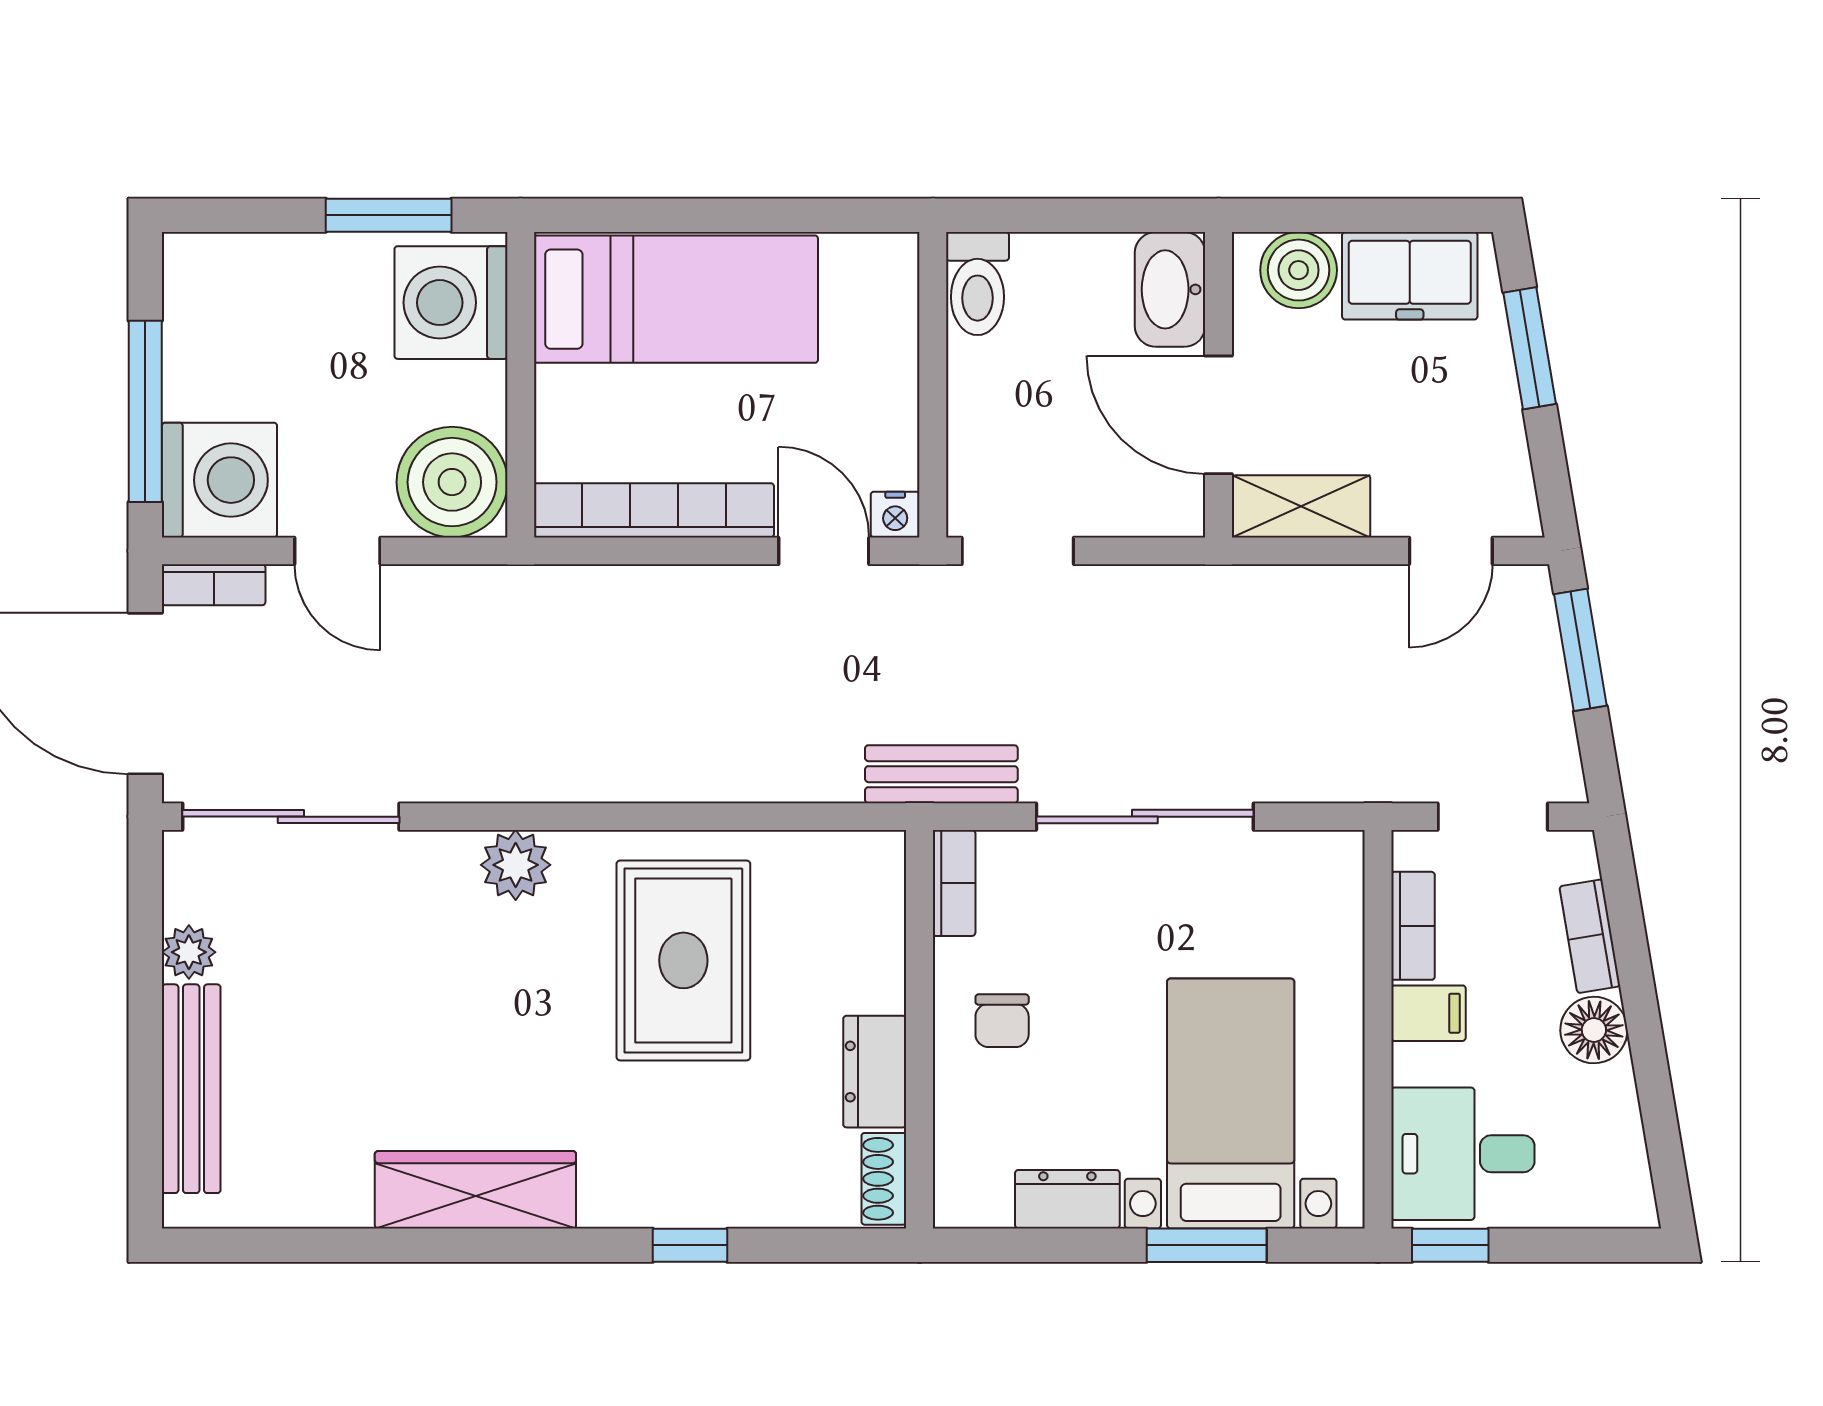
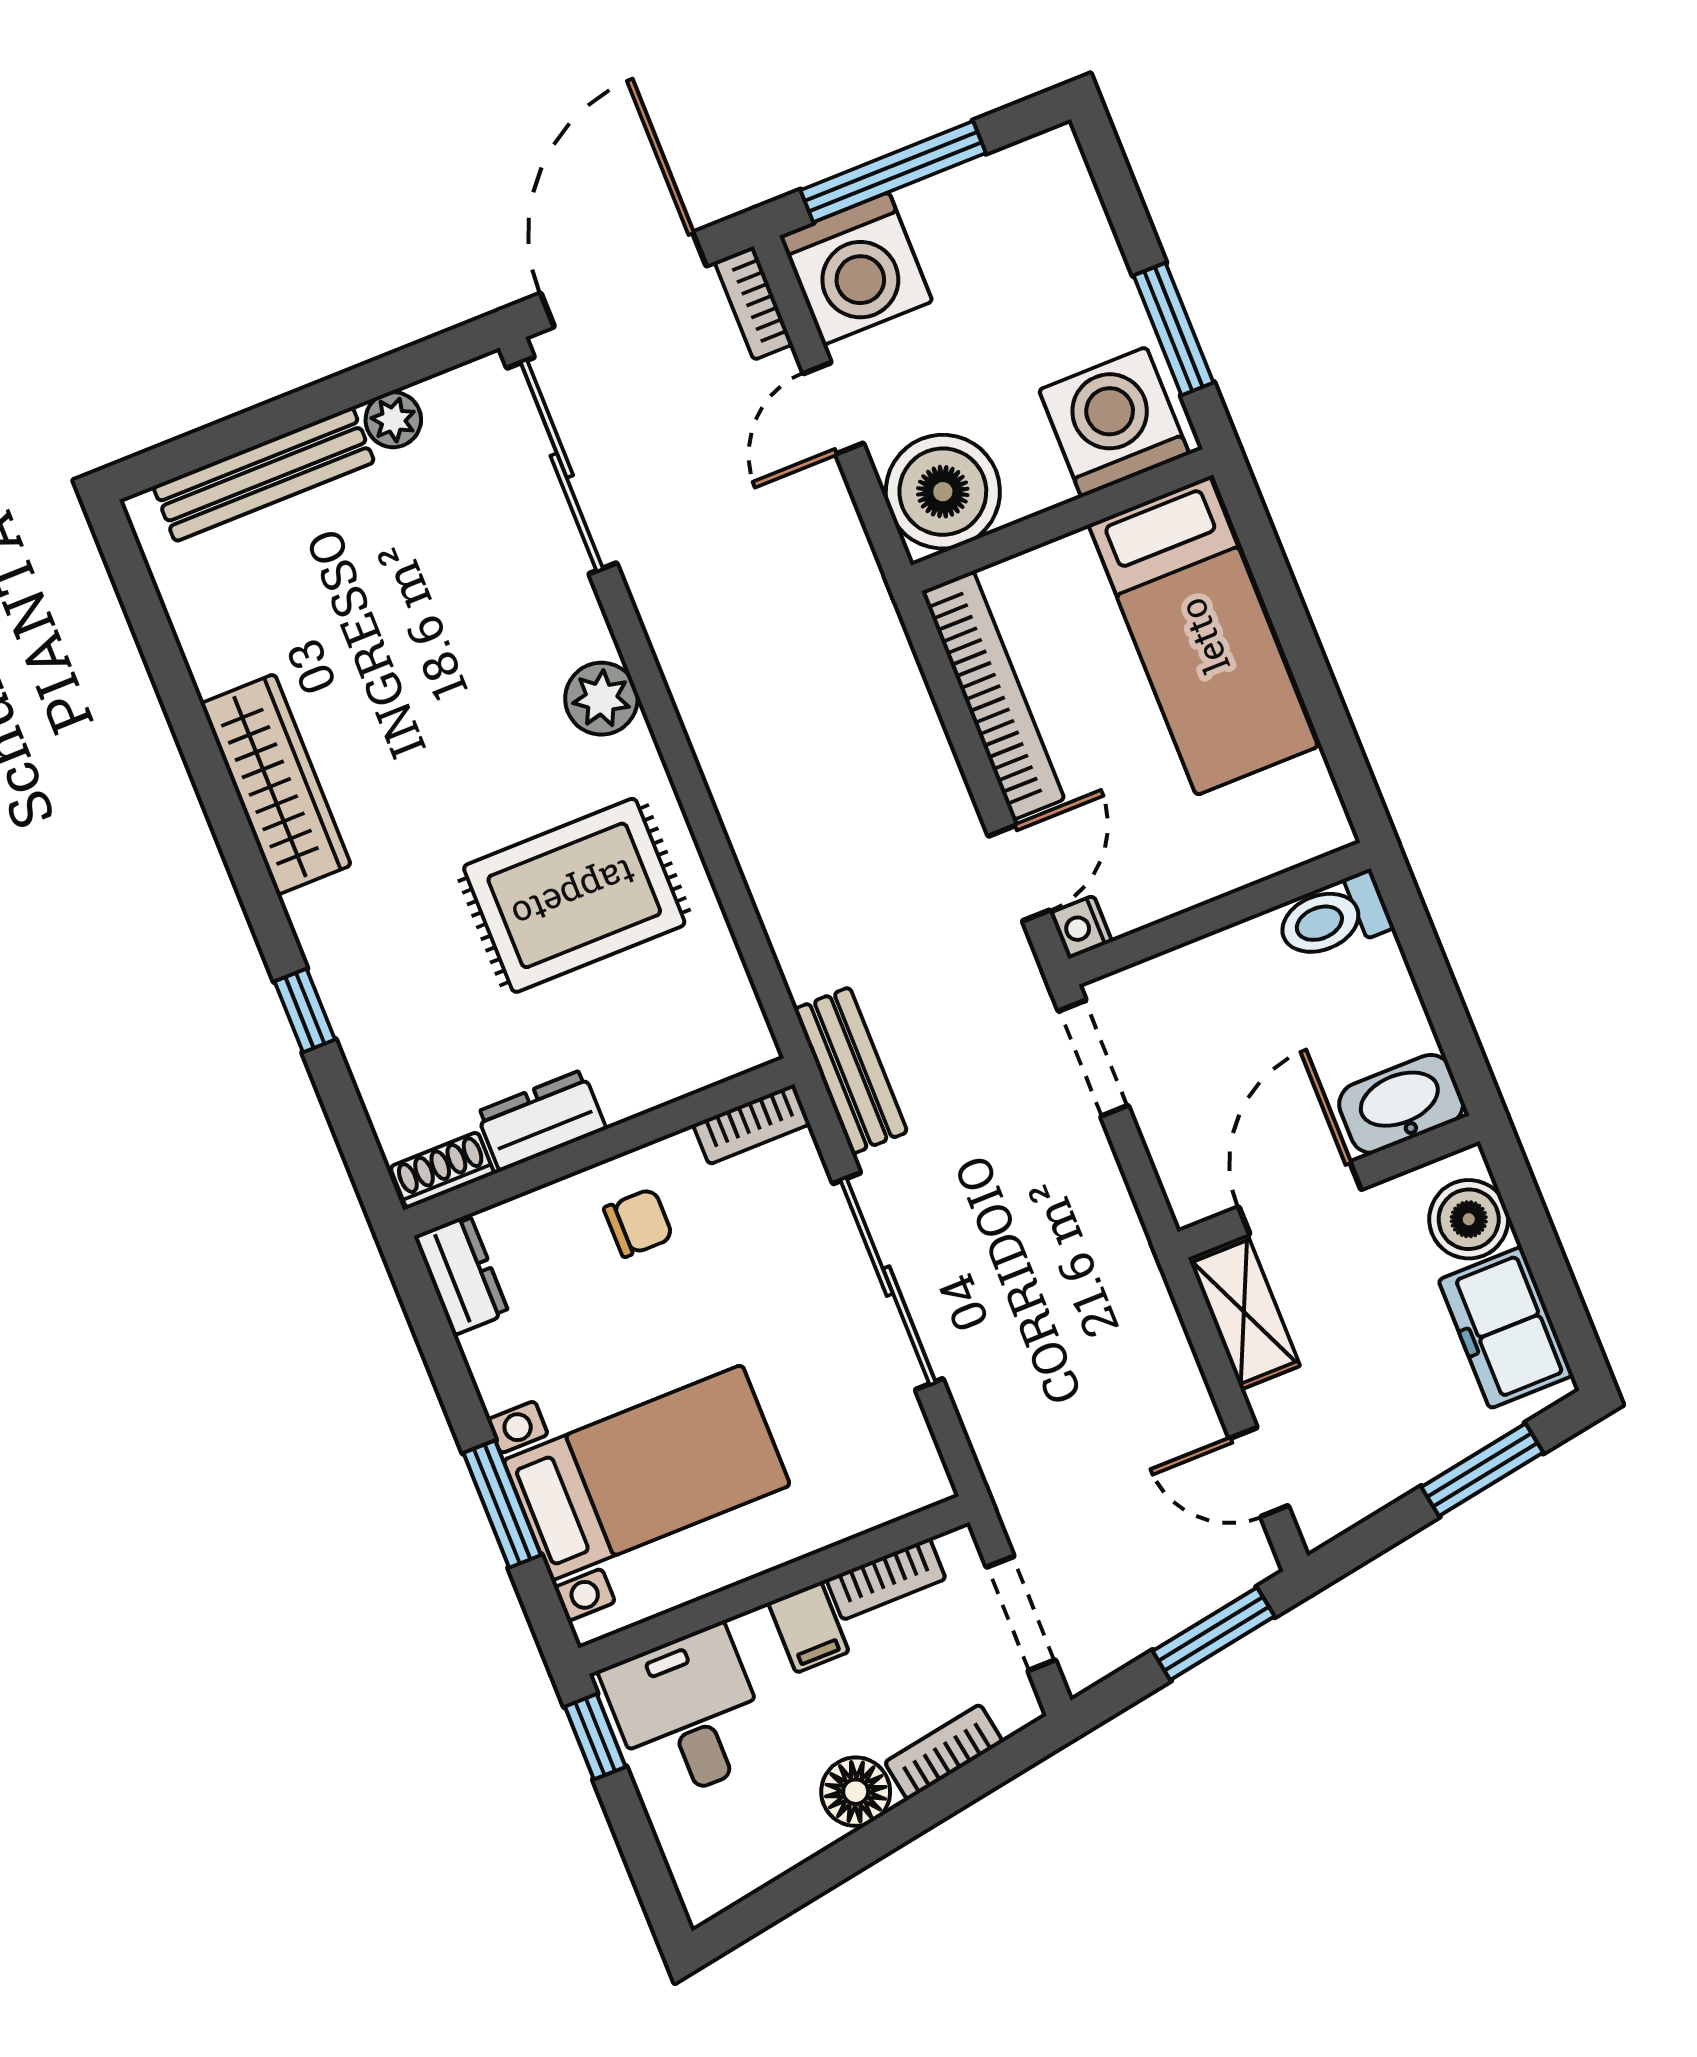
chair: (1002, 1021) -> (638, 1223), turned 180
dresser: (1067, 1199) -> (461, 1275), moved

